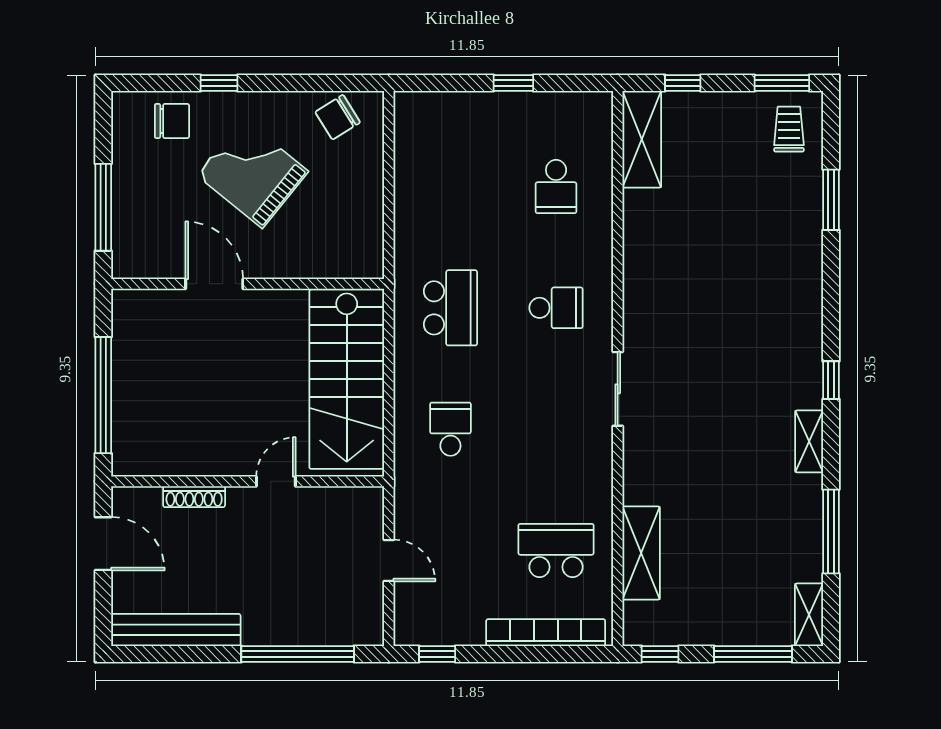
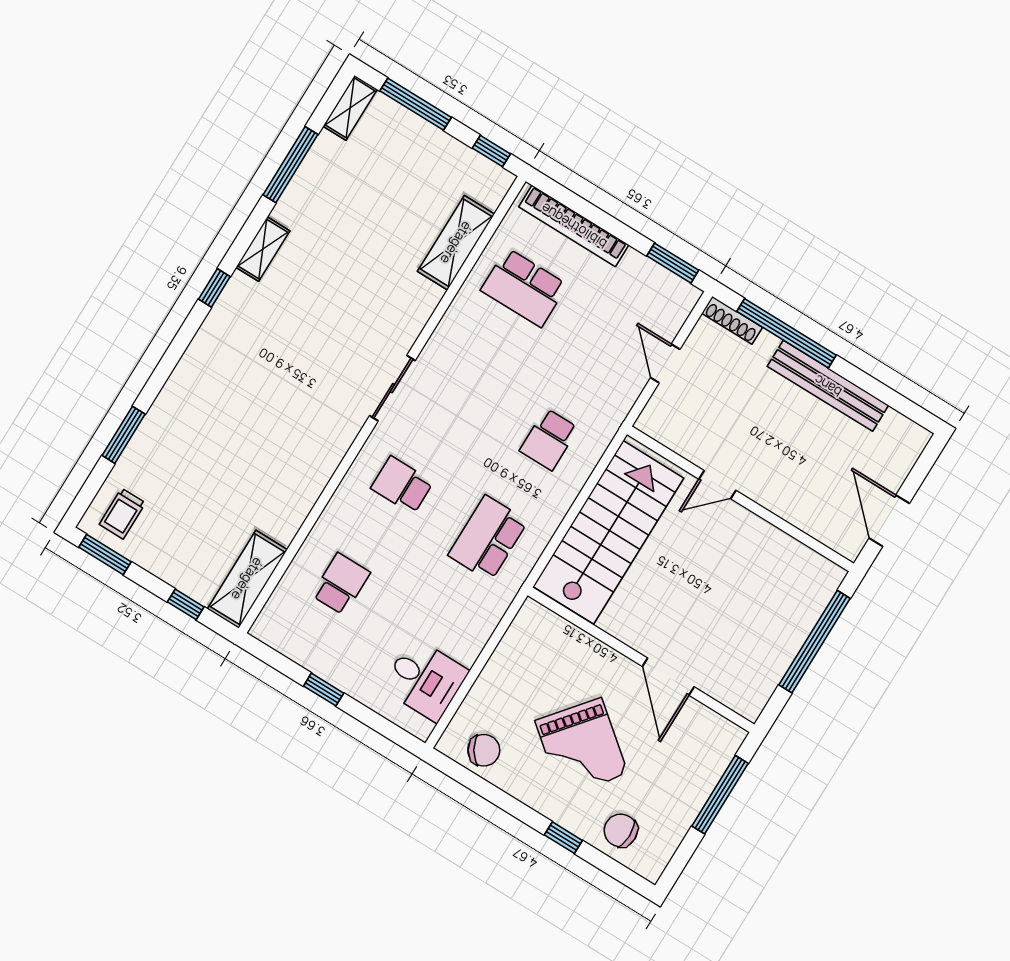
desk: (429, 148) -> (425, 680), added
shoe rack: (194, 497) -> (732, 320), moved, turned 180
bench: (176, 630) -> (828, 386), moved
window: (437, 654) -> (673, 263), width x1.50

